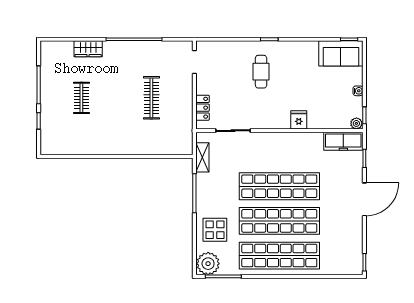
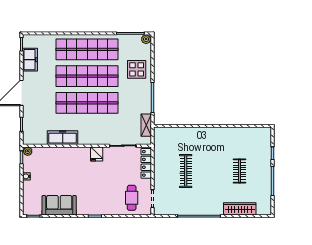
wardrobe: (88, 49) -> (240, 209), width x1.50
sofa: (341, 53) -> (59, 205), moved
cafe table: (261, 72) -> (132, 198), moved
locker: (202, 108) -> (146, 163), width x1.53
fridge: (299, 120) -> (97, 154), moved
freezer: (343, 141) -> (63, 138), moved
freezer: (353, 242) -> (30, 60), added
plant: (208, 264) -> (146, 39), width x0.53, depth x0.53

